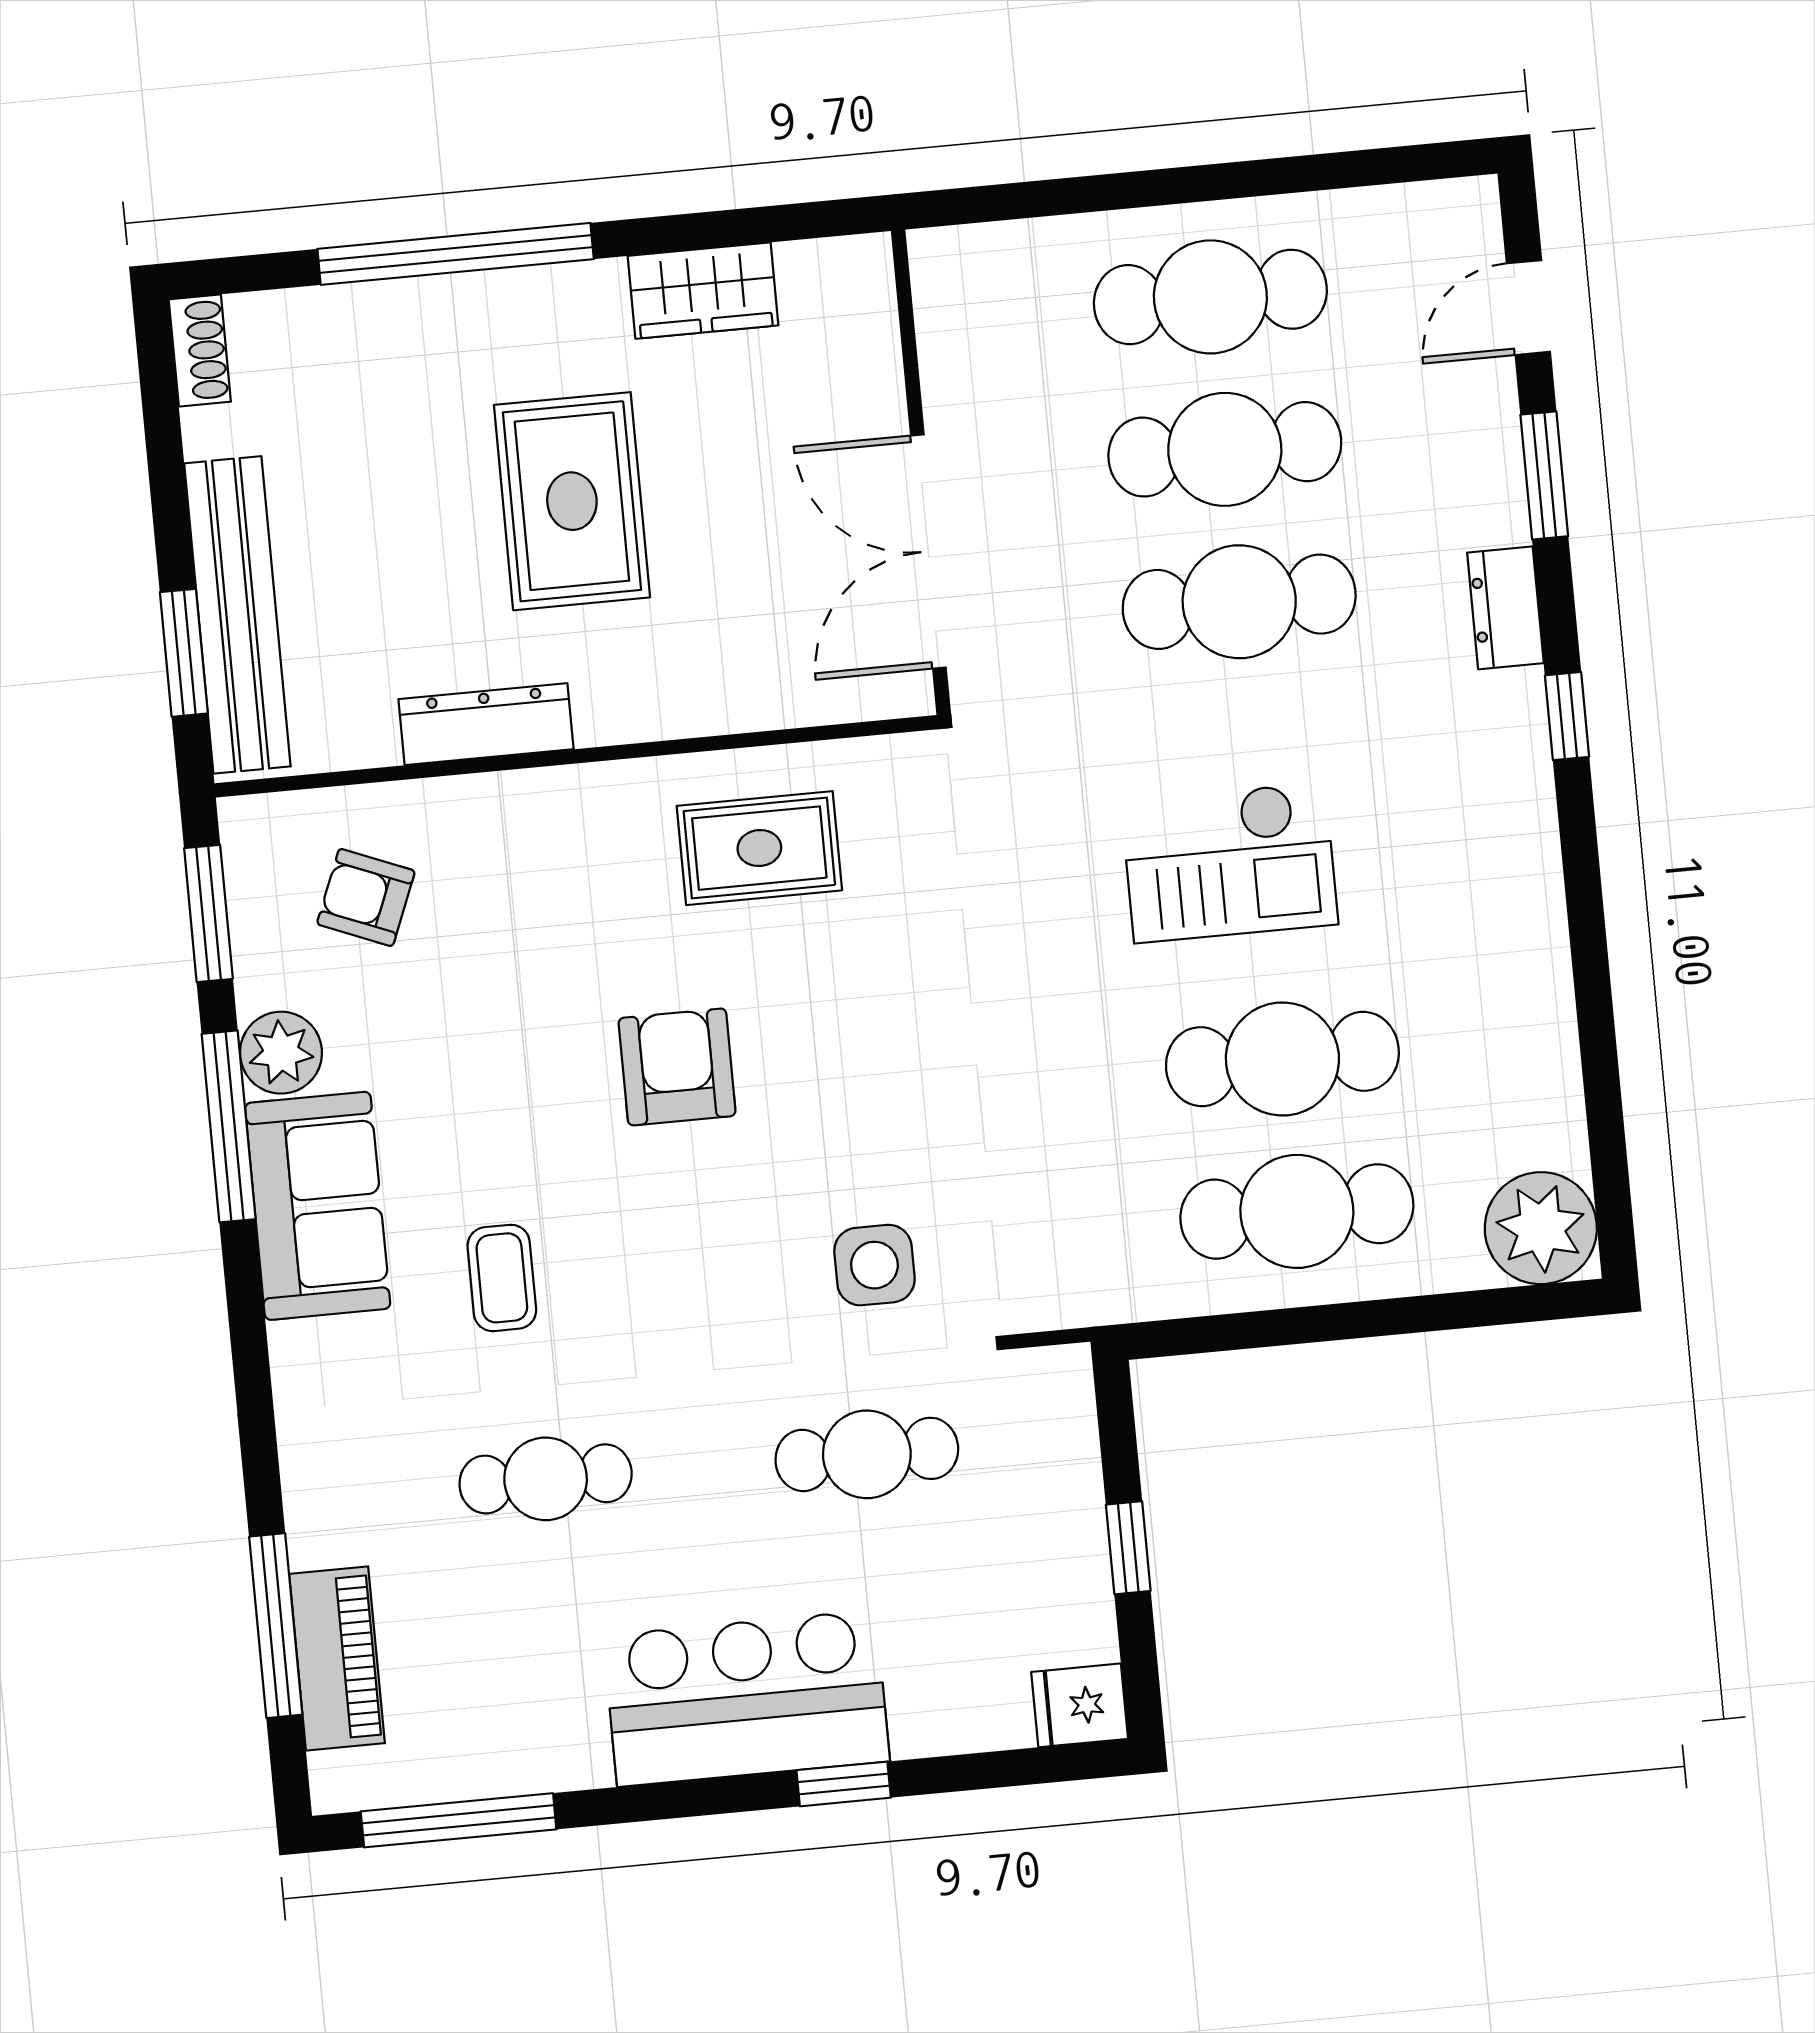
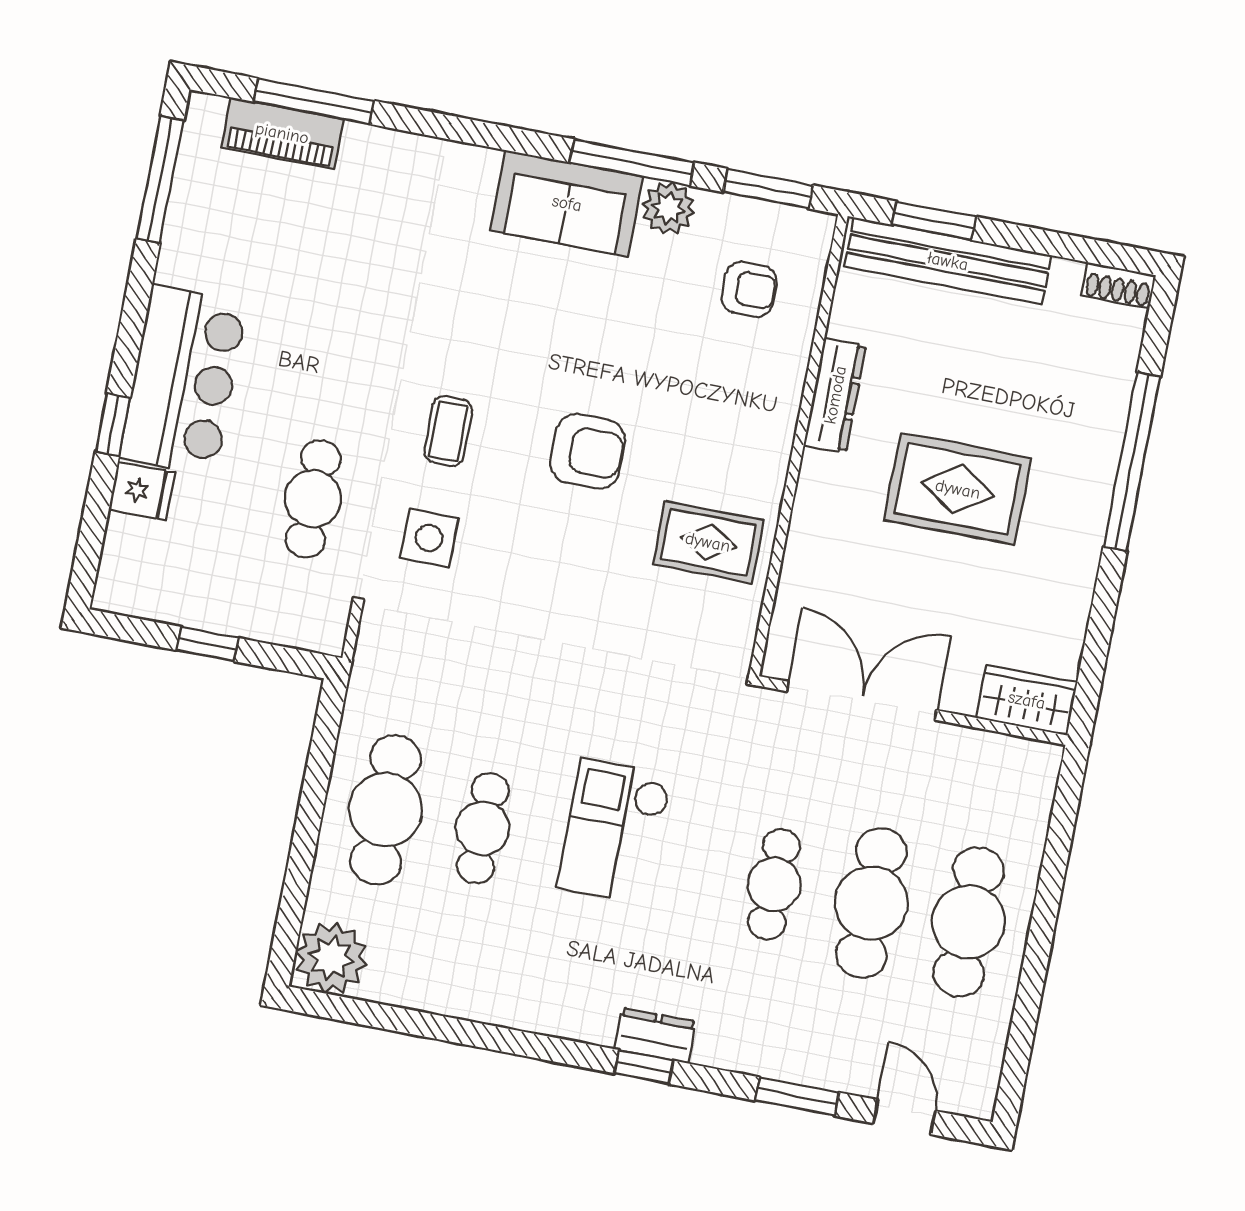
wardrobe: (703, 291) -> (1027, 700), moved, turned 90
cafe table: (1239, 602) -> (774, 884), width x0.73, depth x0.74
dresser: (1505, 608) -> (655, 1035), moved
rug: (759, 848) -> (708, 542), turned 90
armchair: (366, 897) -> (749, 289), turned 68
cafe table: (1282, 1059) -> (483, 828), width x0.73, depth x0.74
coffee table: (502, 1278) -> (448, 431), moved, turned 90
cafe table: (546, 1479) -> (356, 295), removed
fridge: (1080, 1705) -> (142, 491), moved, turned 90

